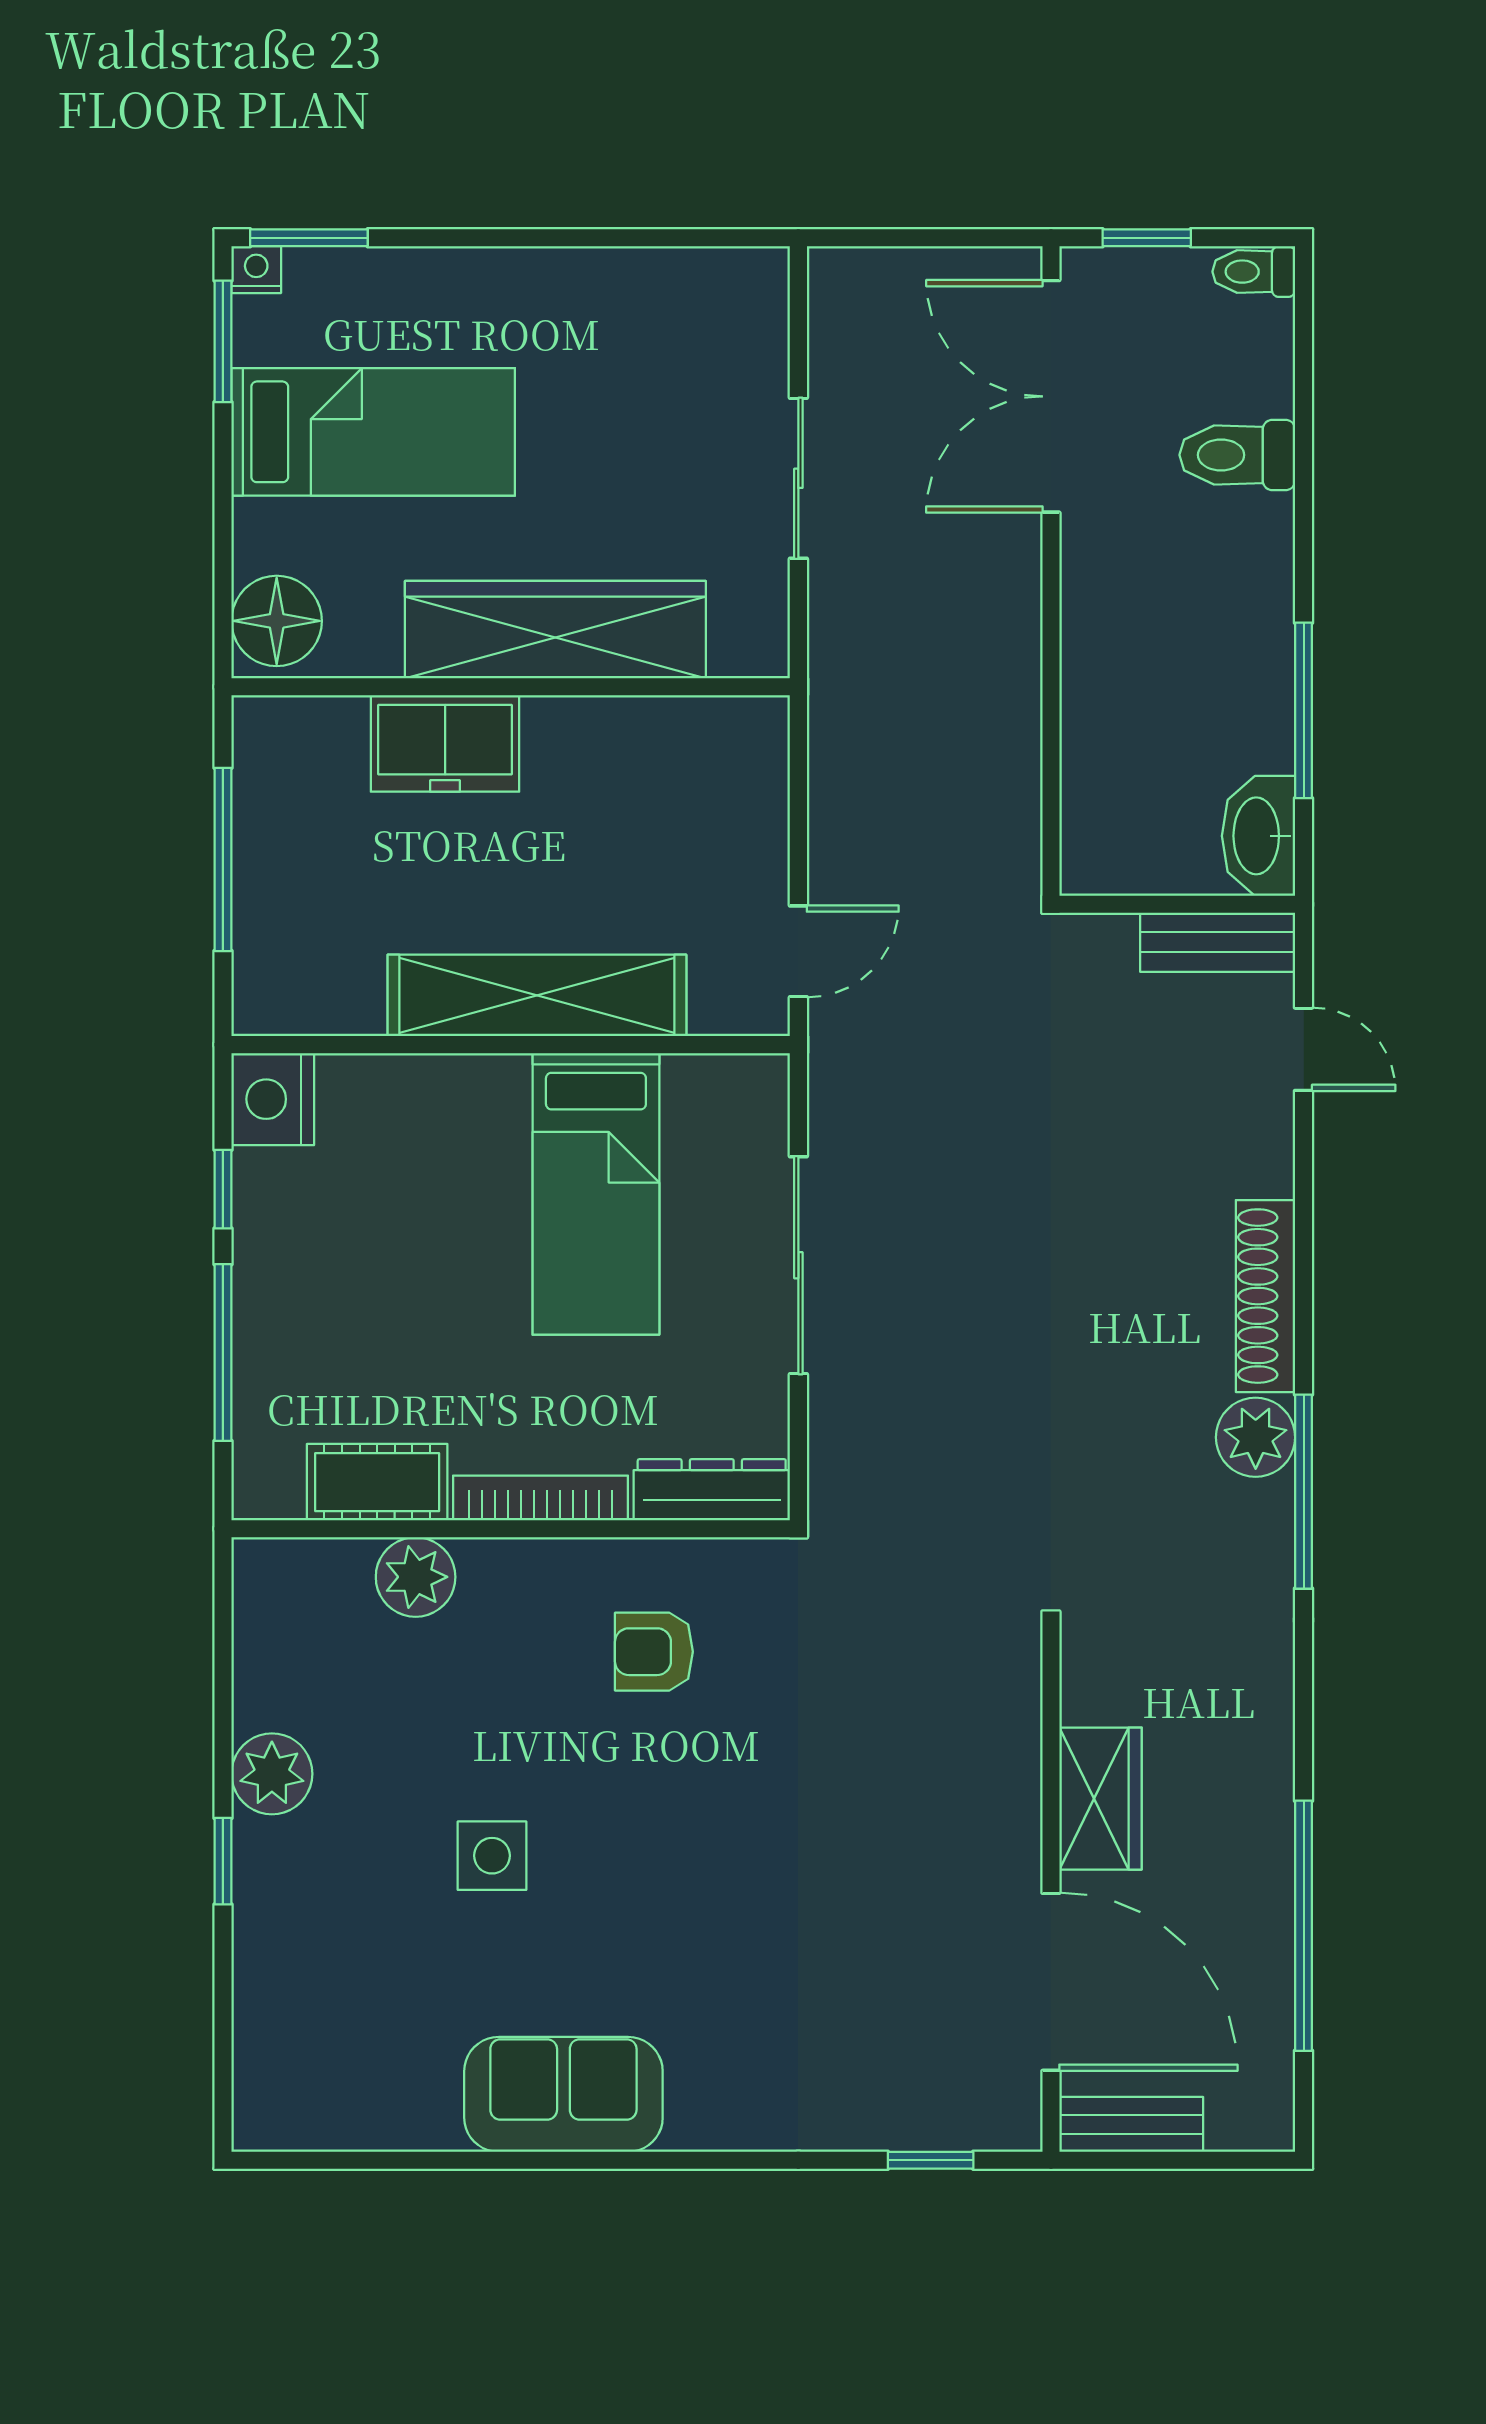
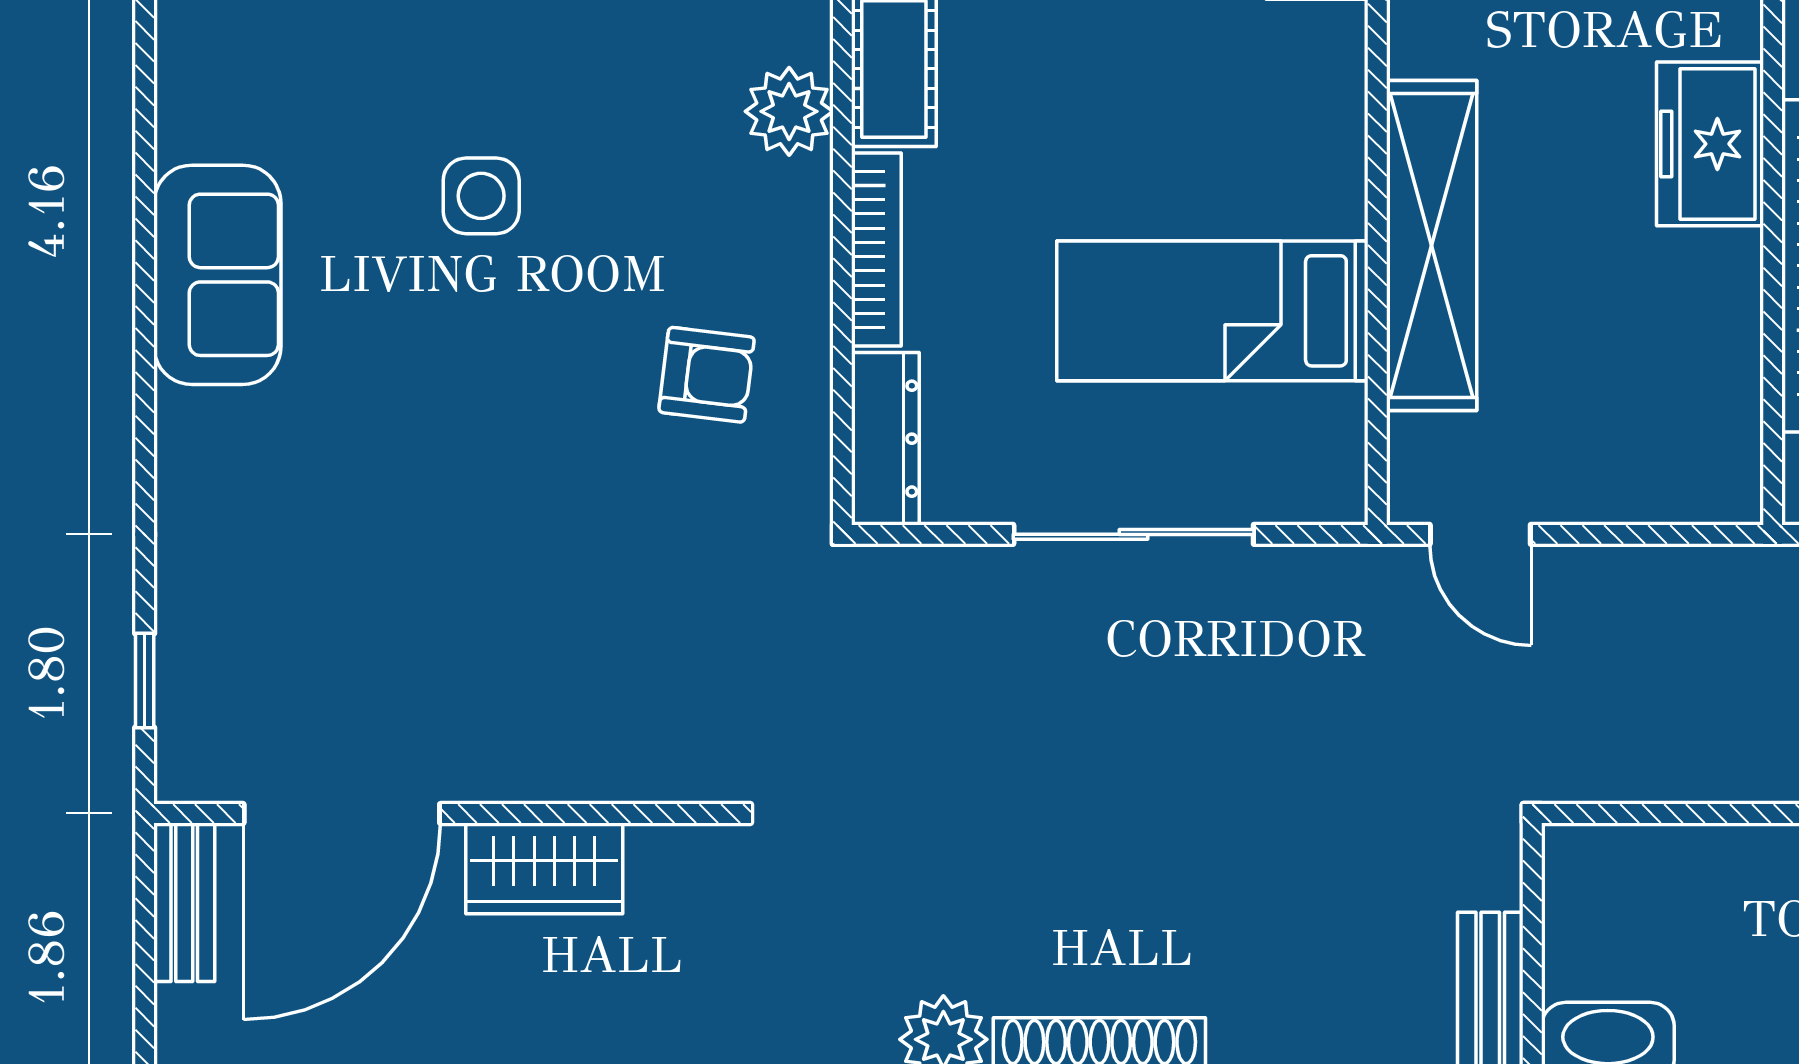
armchair: (654, 1652) -> (707, 375), turned 97

